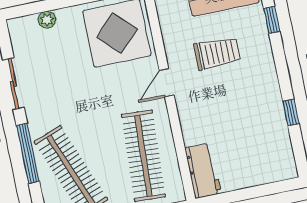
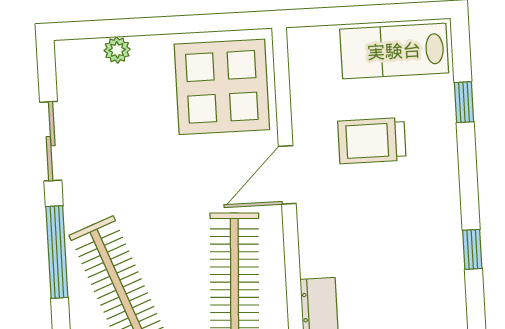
trolley: (217, 53) -> (372, 141), turned 180
door: (167, 83) -> (287, 175), width x1.38

